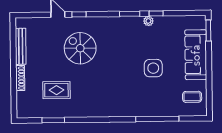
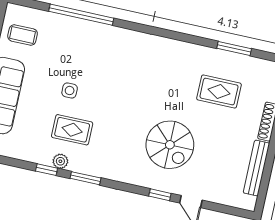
rug: (146, 43) -> (72, 130), added
side table: (153, 68) -> (70, 90), width x0.54, depth x0.54

